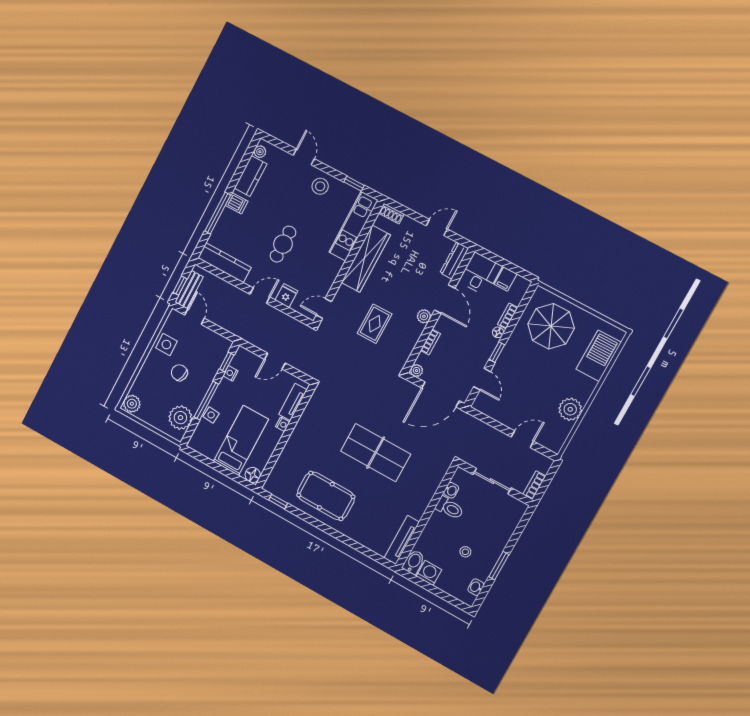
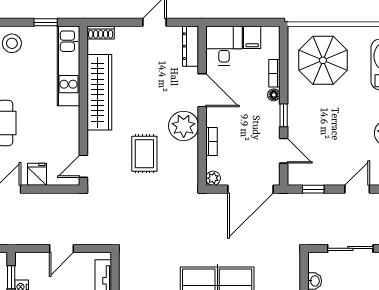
plant: (424, 316) -> (184, 126), width x1.88, depth x1.88
window: (489, 421) -> (313, 189), added

